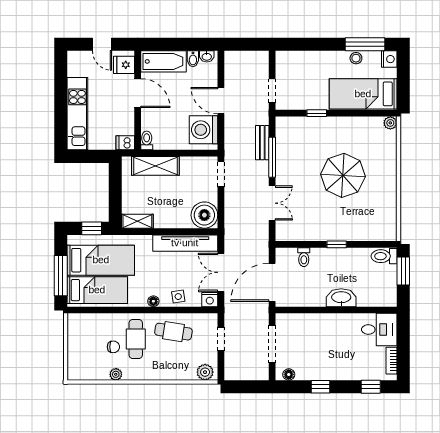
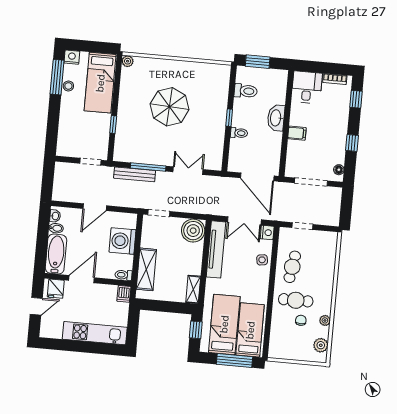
washing machine: (203, 130) -> (123, 241), moved, turned 90
bench: (262, 143) -> (135, 174), width x1.36
toilet: (384, 256) -> (246, 91), moved, turned -90
toilet: (304, 257) -> (239, 133), moved
floor lamp: (153, 301) -> (264, 282), removed
filing cabinet: (326, 323) -> (297, 133), added
plant: (205, 372) -> (321, 345), moved

